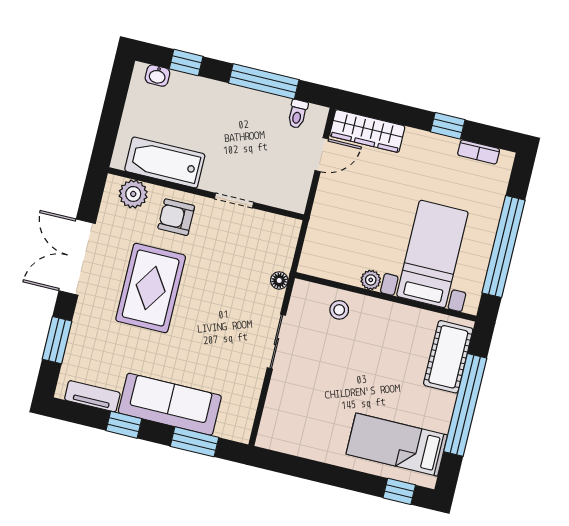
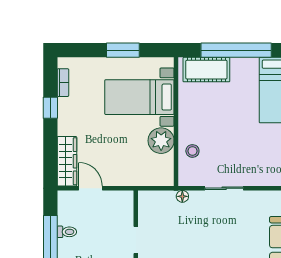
toilet: (298, 114) -> (67, 232), moved
window: (504, 247) -> (123, 50), width x0.47
plant: (371, 280) -> (161, 141), width x1.88, depth x1.88

